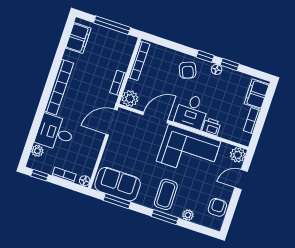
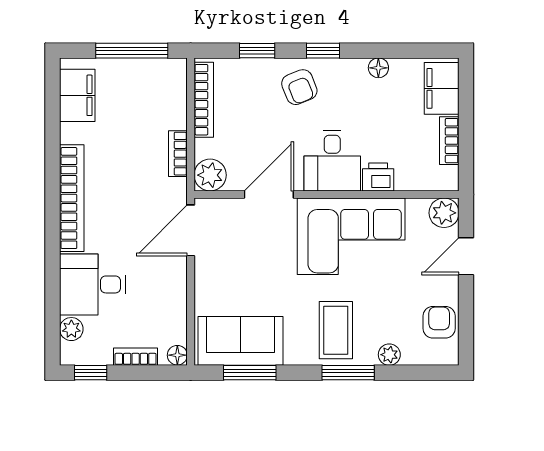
window: (230, 65) -> (257, 51), moved
floor lamp: (216, 69) -> (378, 68), moved

